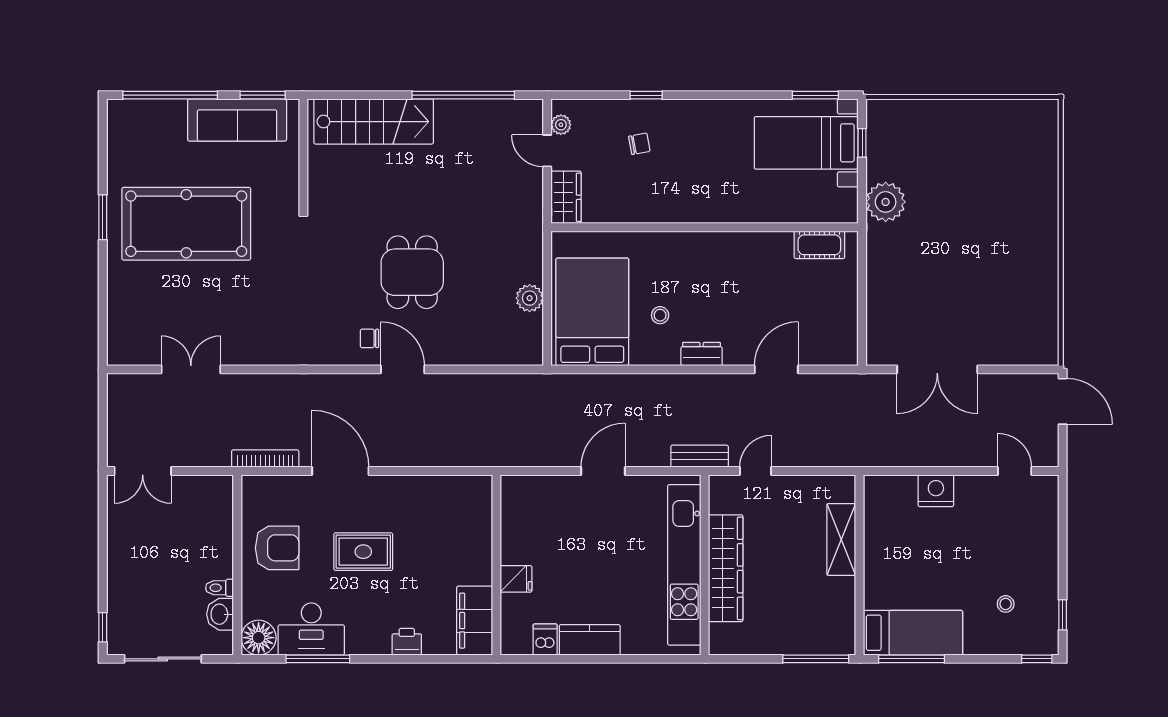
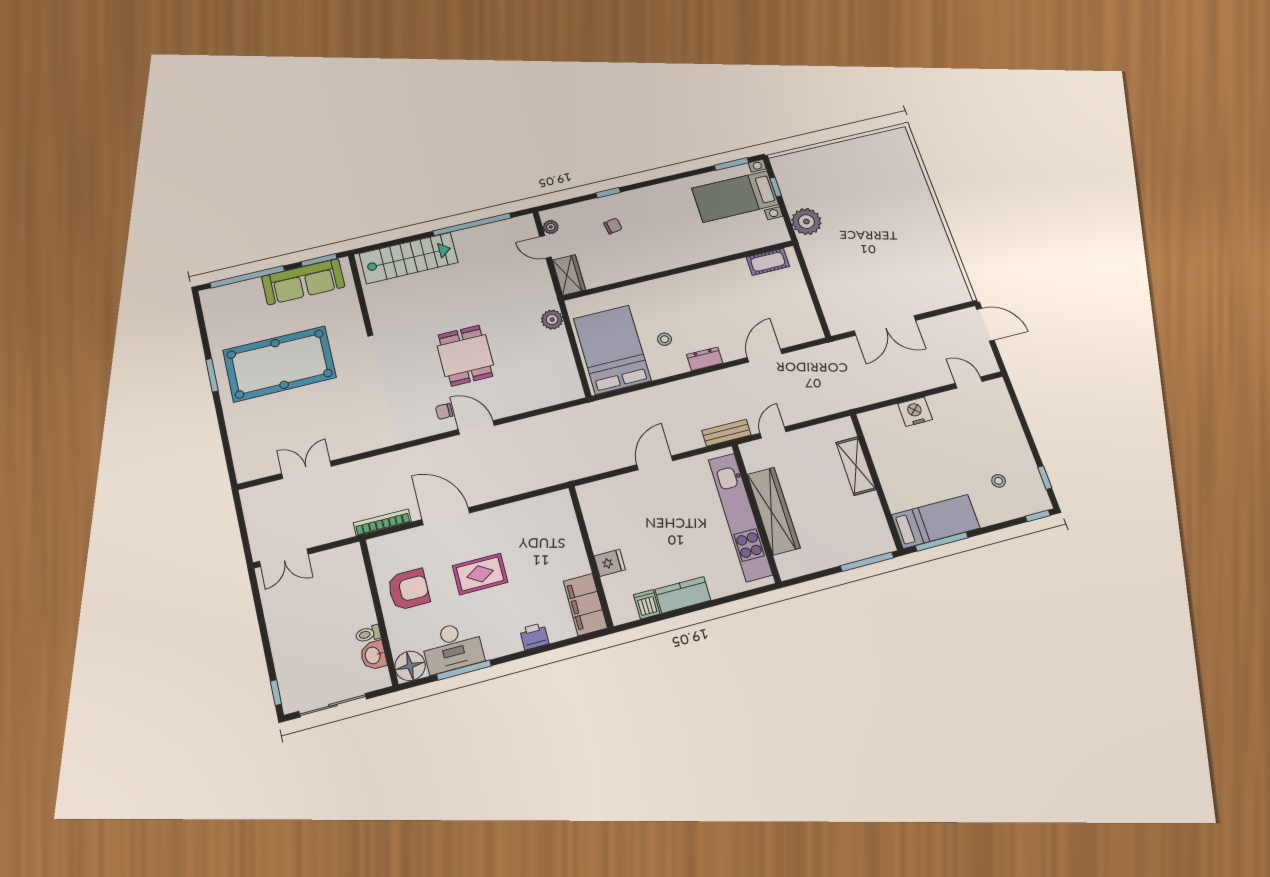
plant: (530, 298) -> (552, 320), moved

